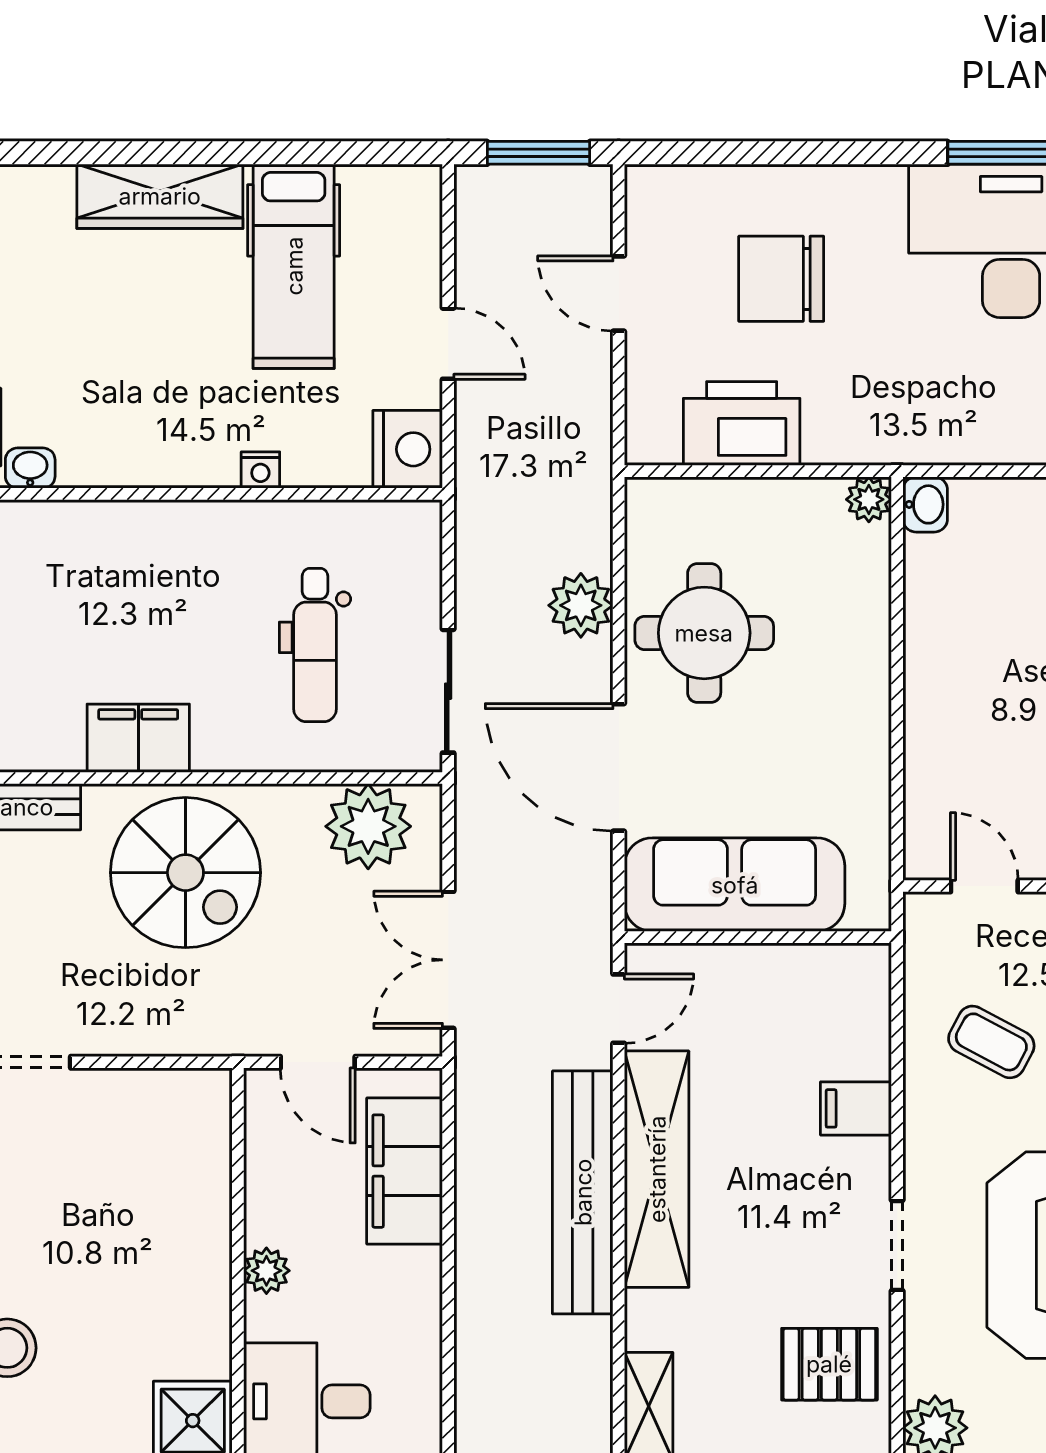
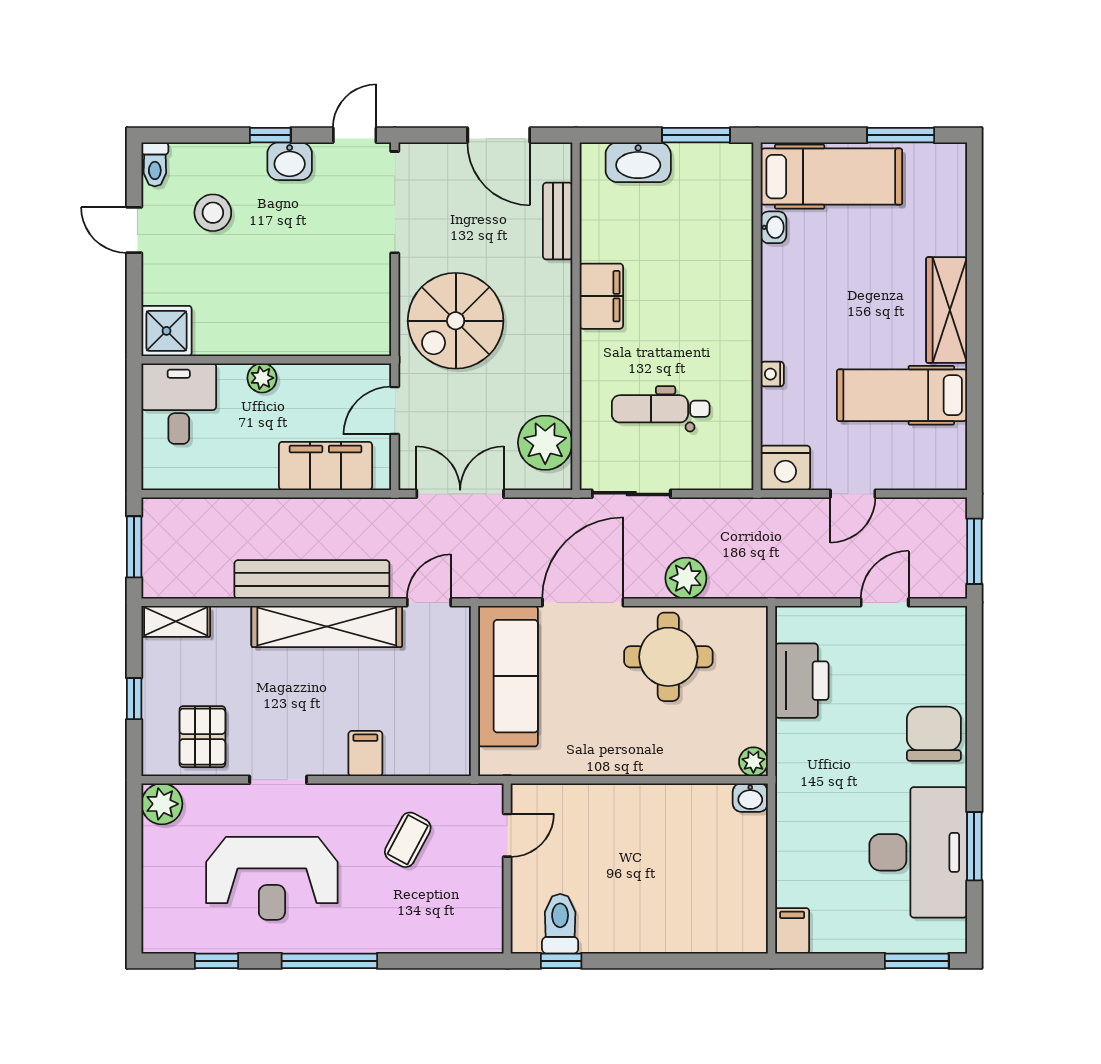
chair: (781, 279) -> (934, 734), moved
spiral stairs: (185, 873) -> (456, 321), moved
door: (619, 1009) -> (429, 602), swing flipped

